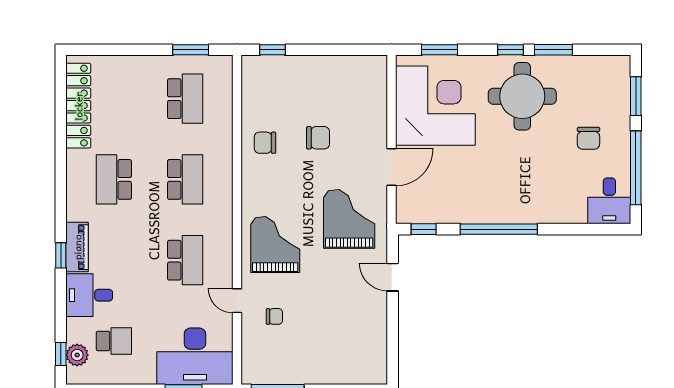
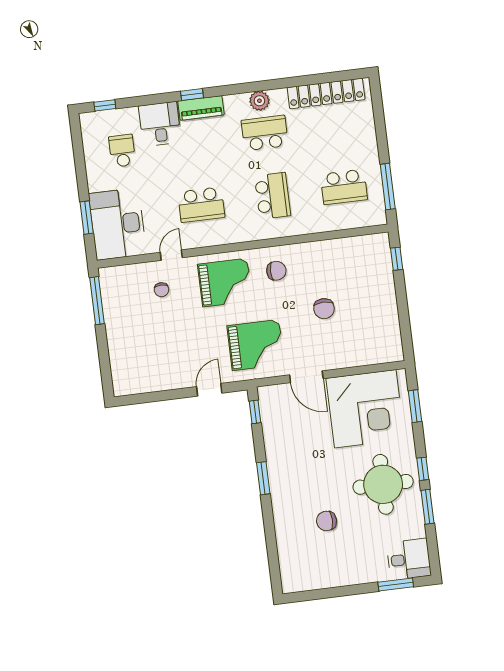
window: (191, 50) -> (388, 186), width x1.44
chair: (588, 138) -> (326, 521), moved
chair: (265, 143) -> (276, 271), moved, turned 90
window: (636, 168) -> (332, 592), removed
school desk: (185, 179) -> (273, 196), turned -90
desk: (609, 201) -> (409, 559), moved, turned 180
window: (499, 229) -> (263, 478), width x0.47
school desk: (114, 341) -> (122, 151), turned 180
plant: (77, 355) -> (259, 101), moved

